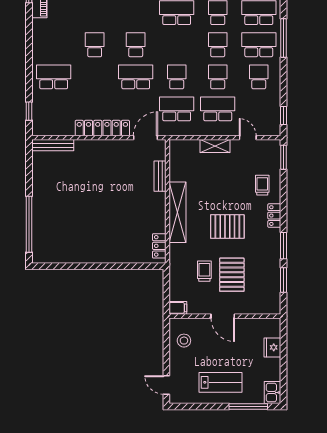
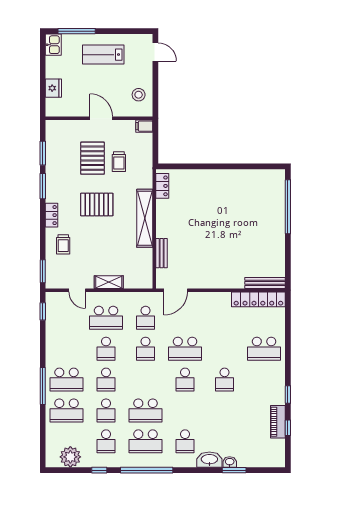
school desk: (259, 77) -> (67, 349), removed
school desk: (177, 109) -> (146, 318), width x0.54
window: (29, 111) -> (288, 394), moved
locker: (102, 128) -> (258, 299), moved

